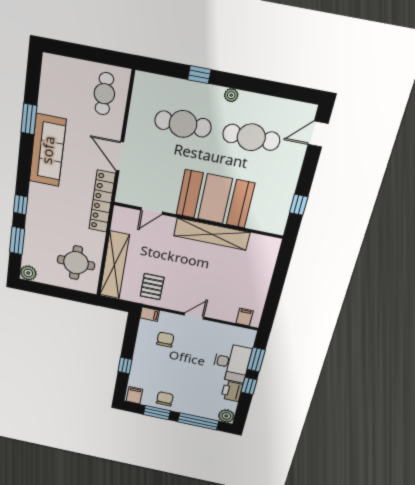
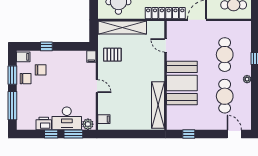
shelving: (212, 234) -> (158, 105), moved
chair: (165, 340) -> (41, 70), moved
plant: (226, 416) -> (88, 124), moved

